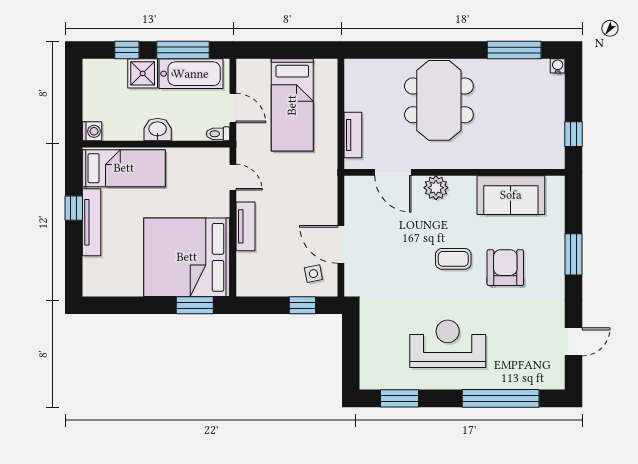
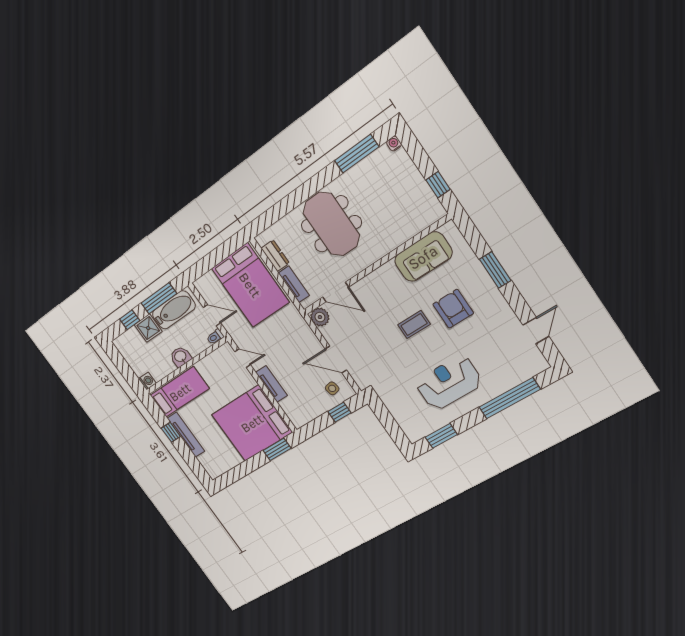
dresser: (354, 92) -> (275, 256), added
bed: (292, 105) -> (250, 285), width x1.50
plant: (436, 188) -> (320, 317), moved

